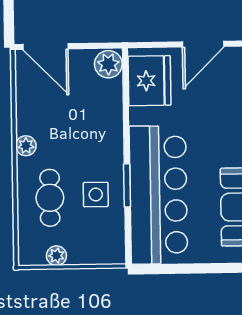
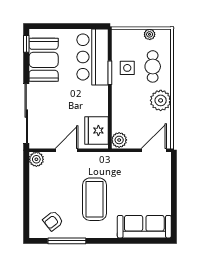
door: (46, 47) -> (154, 150), hinge flipped
plant: (26, 146) -> (161, 100), width x1.88, depth x1.88
bar counter: (158, 195) -> (93, 57), width x0.73

